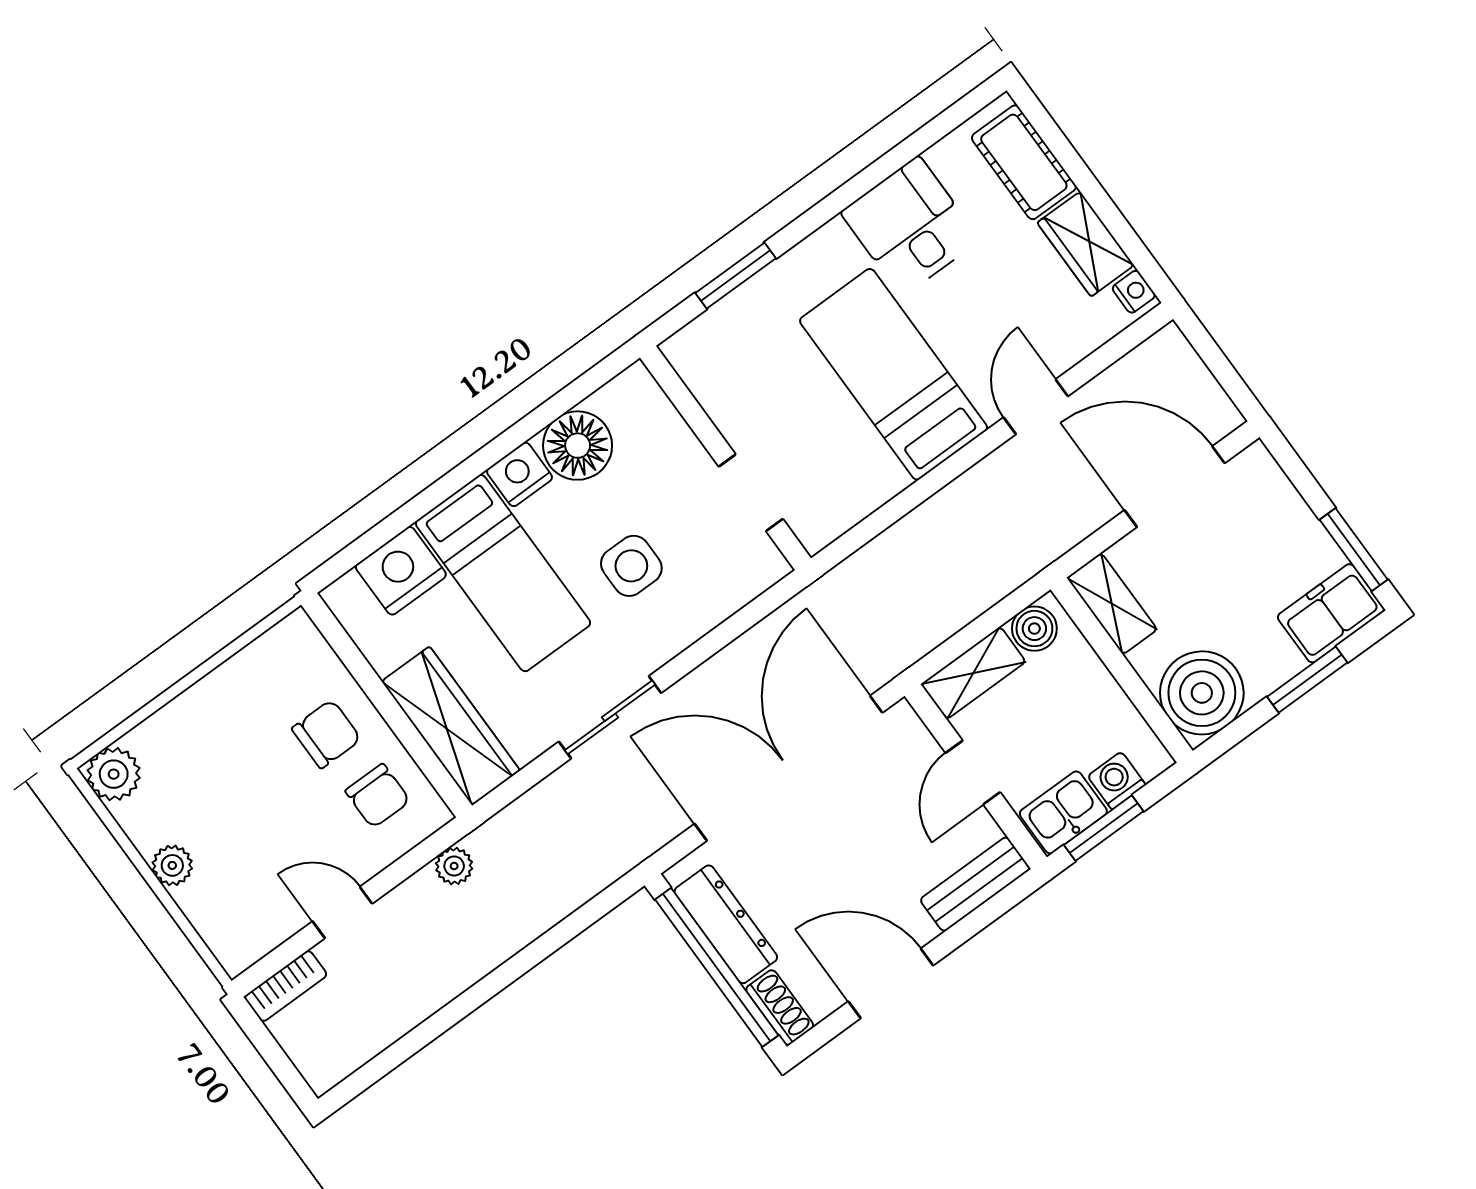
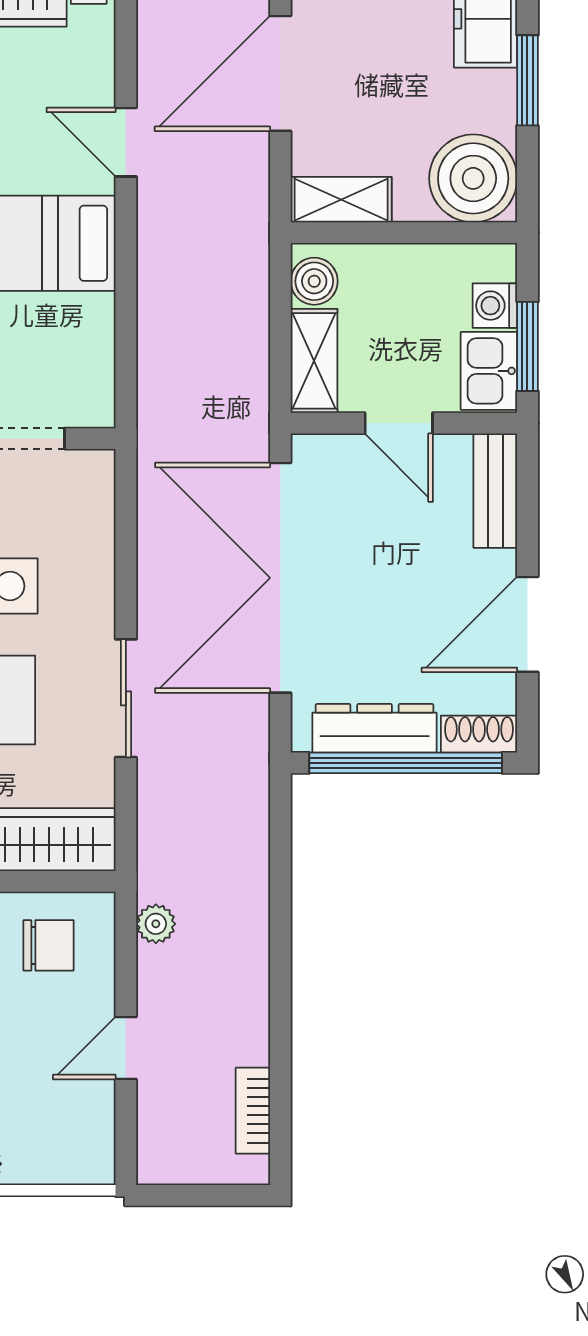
bookcase: (286, 986) -> (253, 1111), moved, turned 180

